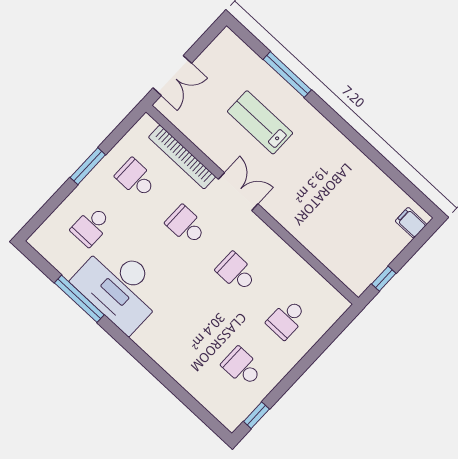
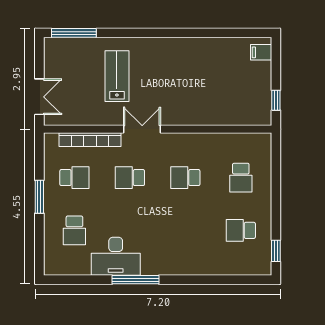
window: (287, 75) -> (74, 33), moved
lab bench: (260, 122) -> (117, 76), turned 90
school desk: (136, 178) -> (74, 178), turned 180
desk: (119, 287) -> (116, 256), width x0.73, depth x0.77
window: (79, 299) -> (135, 280), moved

